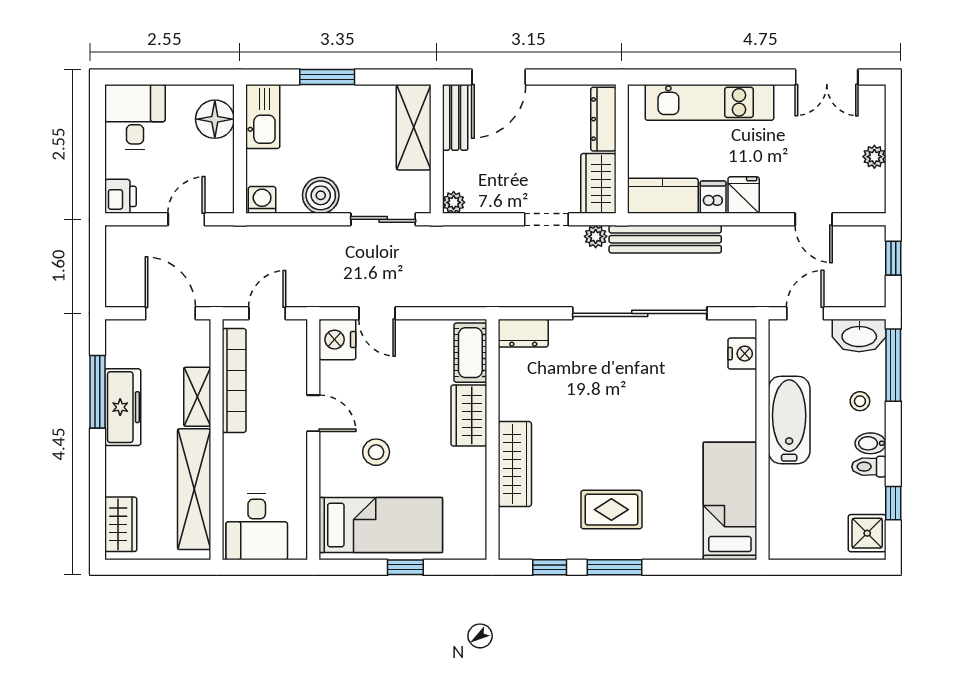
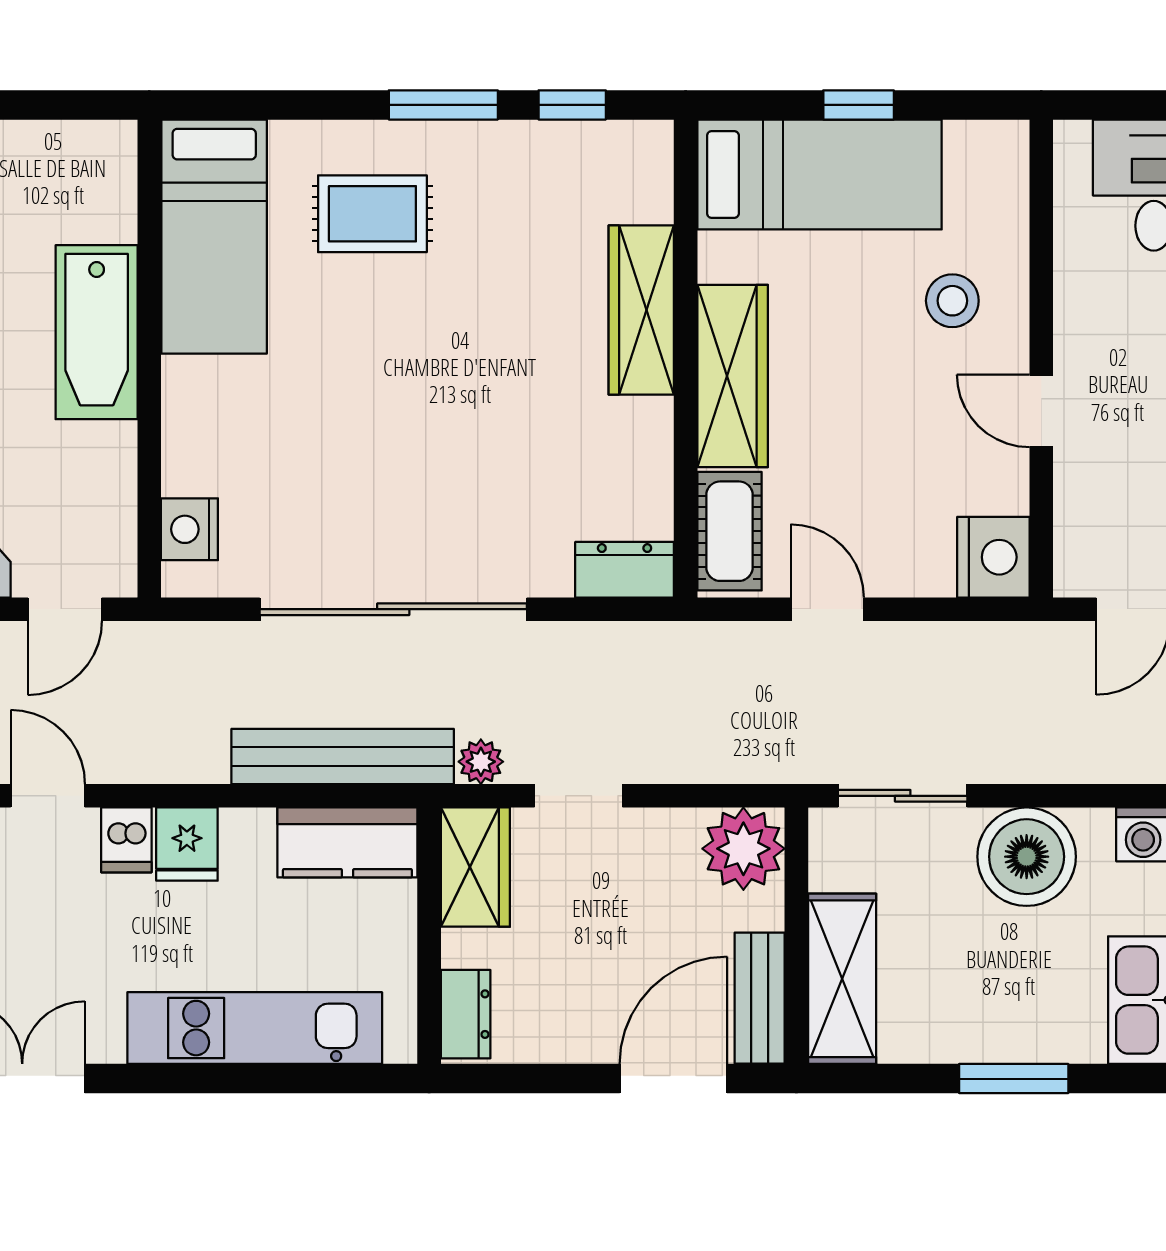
dresser: (603, 119) -> (466, 1014), width x0.70
boiler: (321, 195) -> (1027, 857), width x1.37, depth x1.37
dishwasher: (713, 197) -> (126, 840), moved
plant: (454, 202) -> (743, 849), width x1.88, depth x1.88
door: (377, 313) -> (827, 609), moved
wardrobe: (469, 415) -> (733, 376), width x1.50
bathtub: (789, 420) -> (97, 332), moved
stool: (376, 452) -> (952, 301), moved
rug: (611, 510) -> (372, 214), moved
bed: (381, 525) -> (819, 175), moved, turned 180

